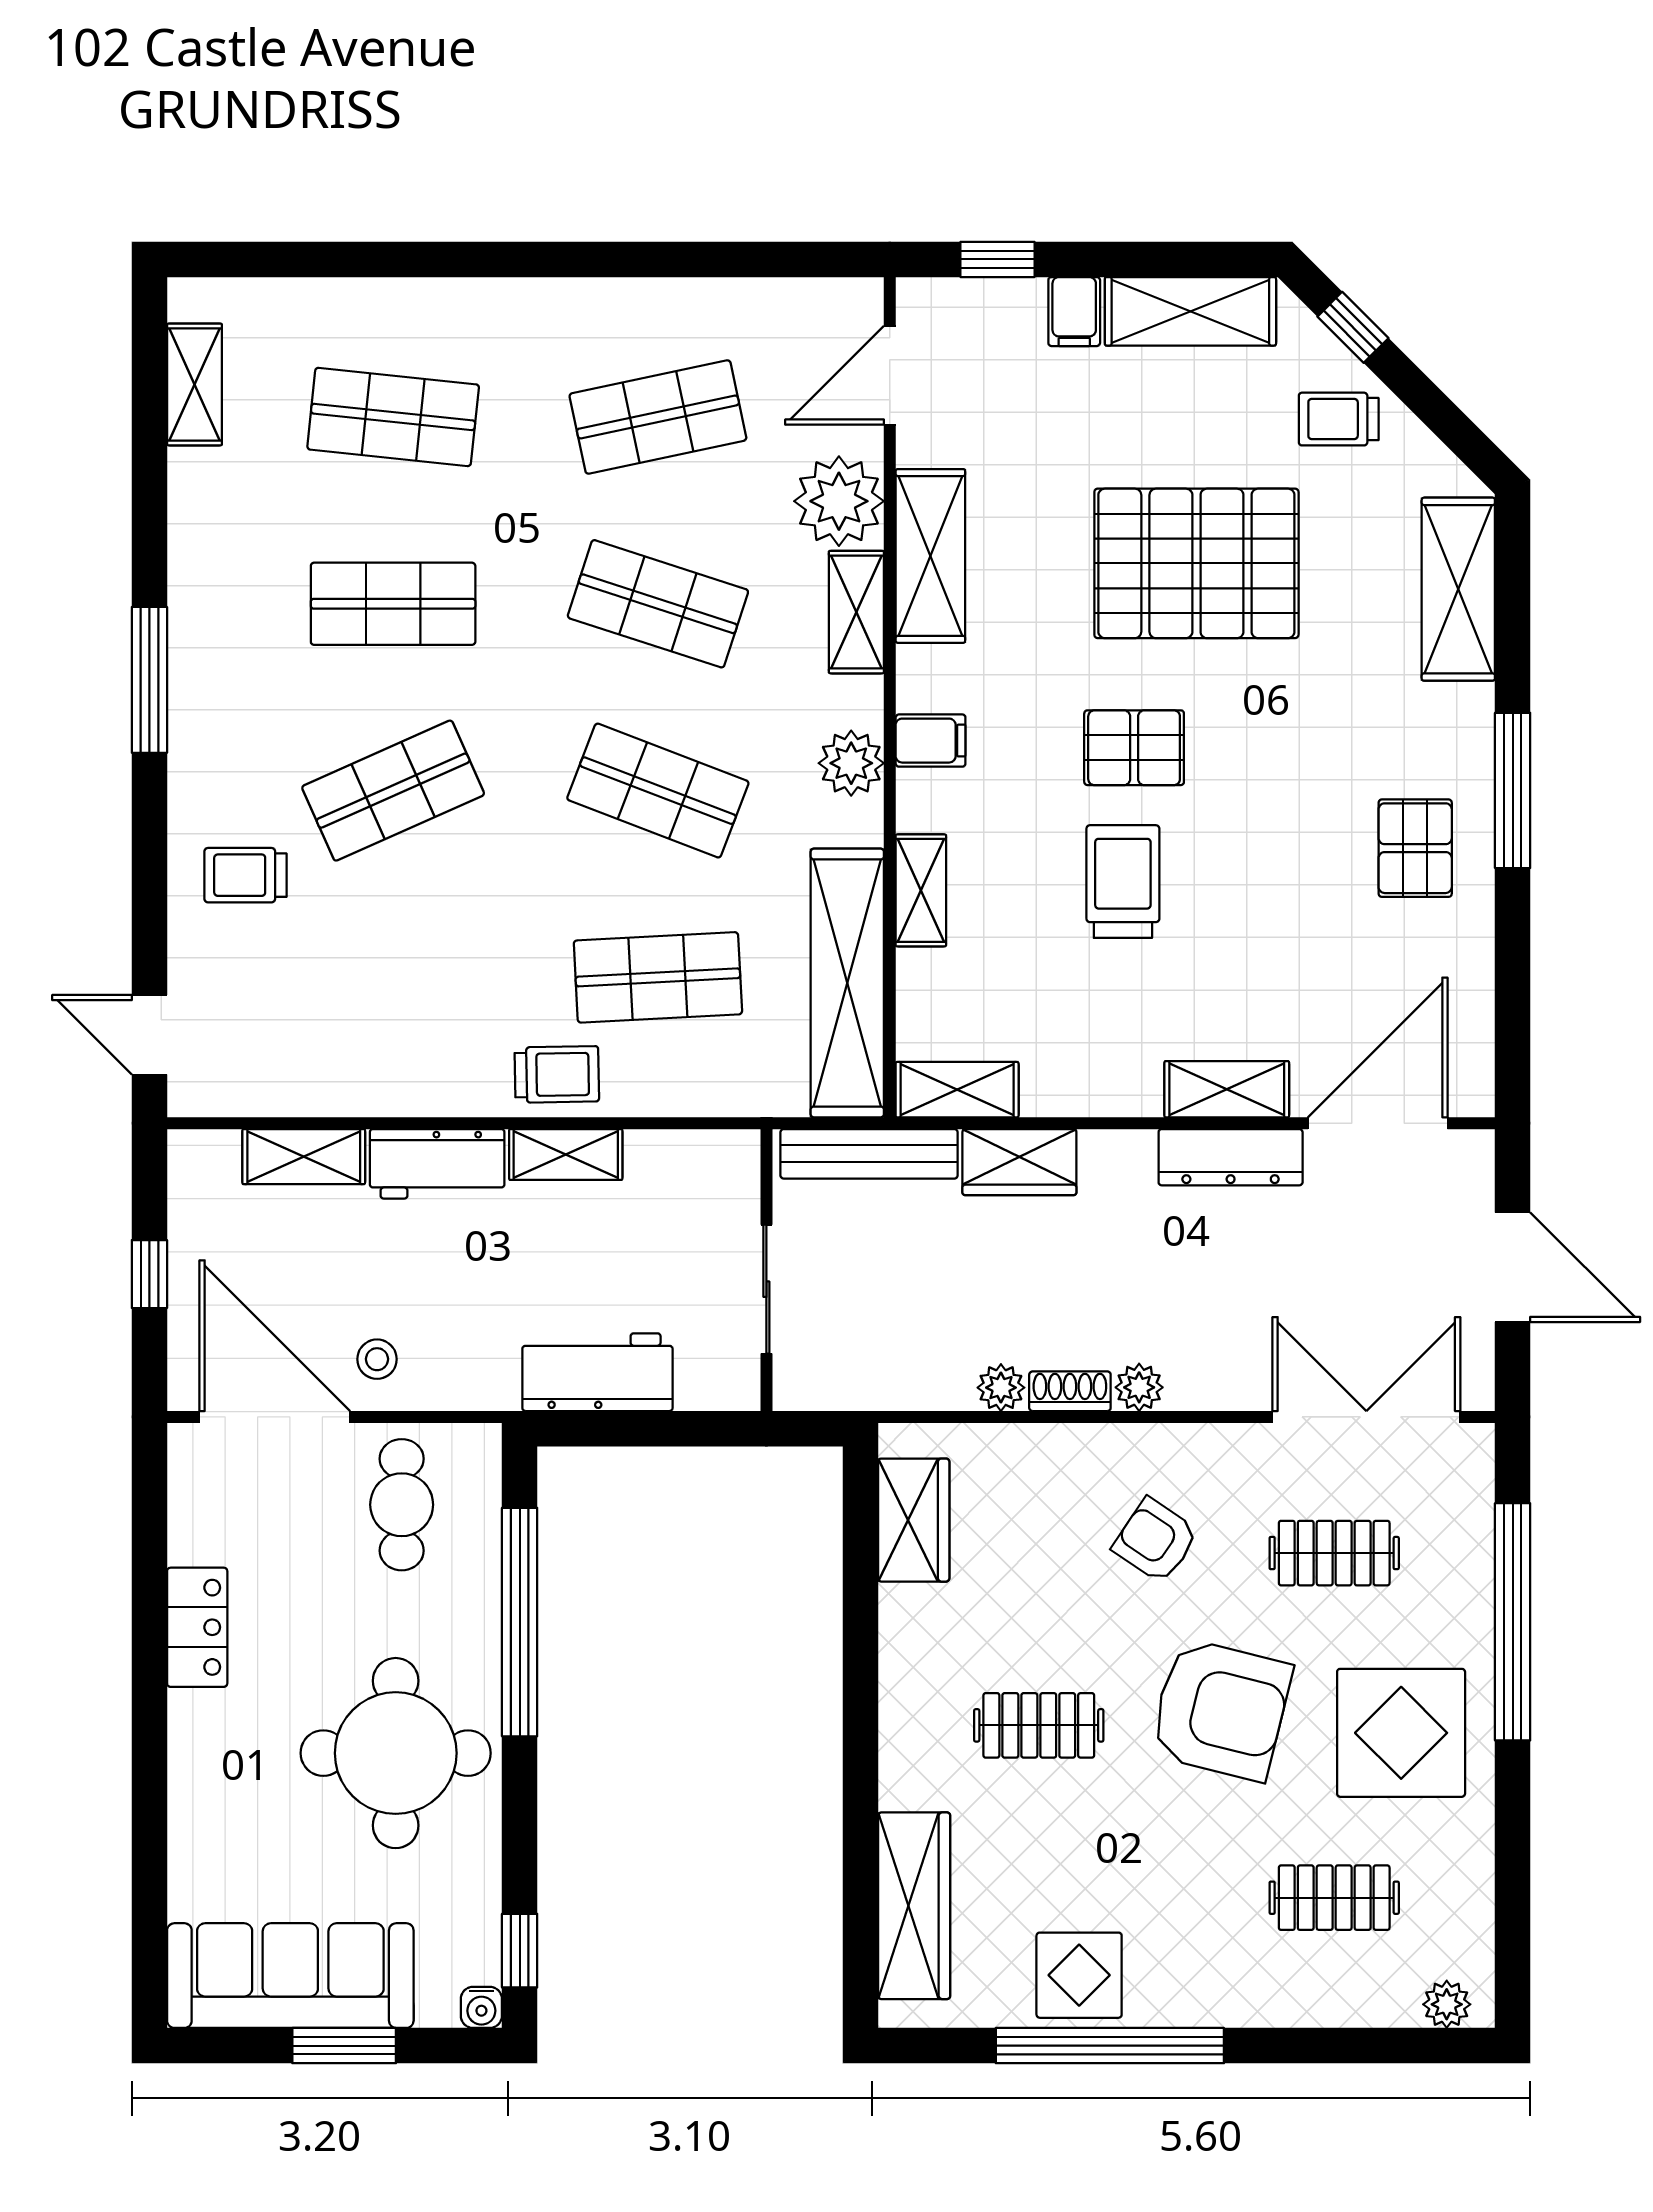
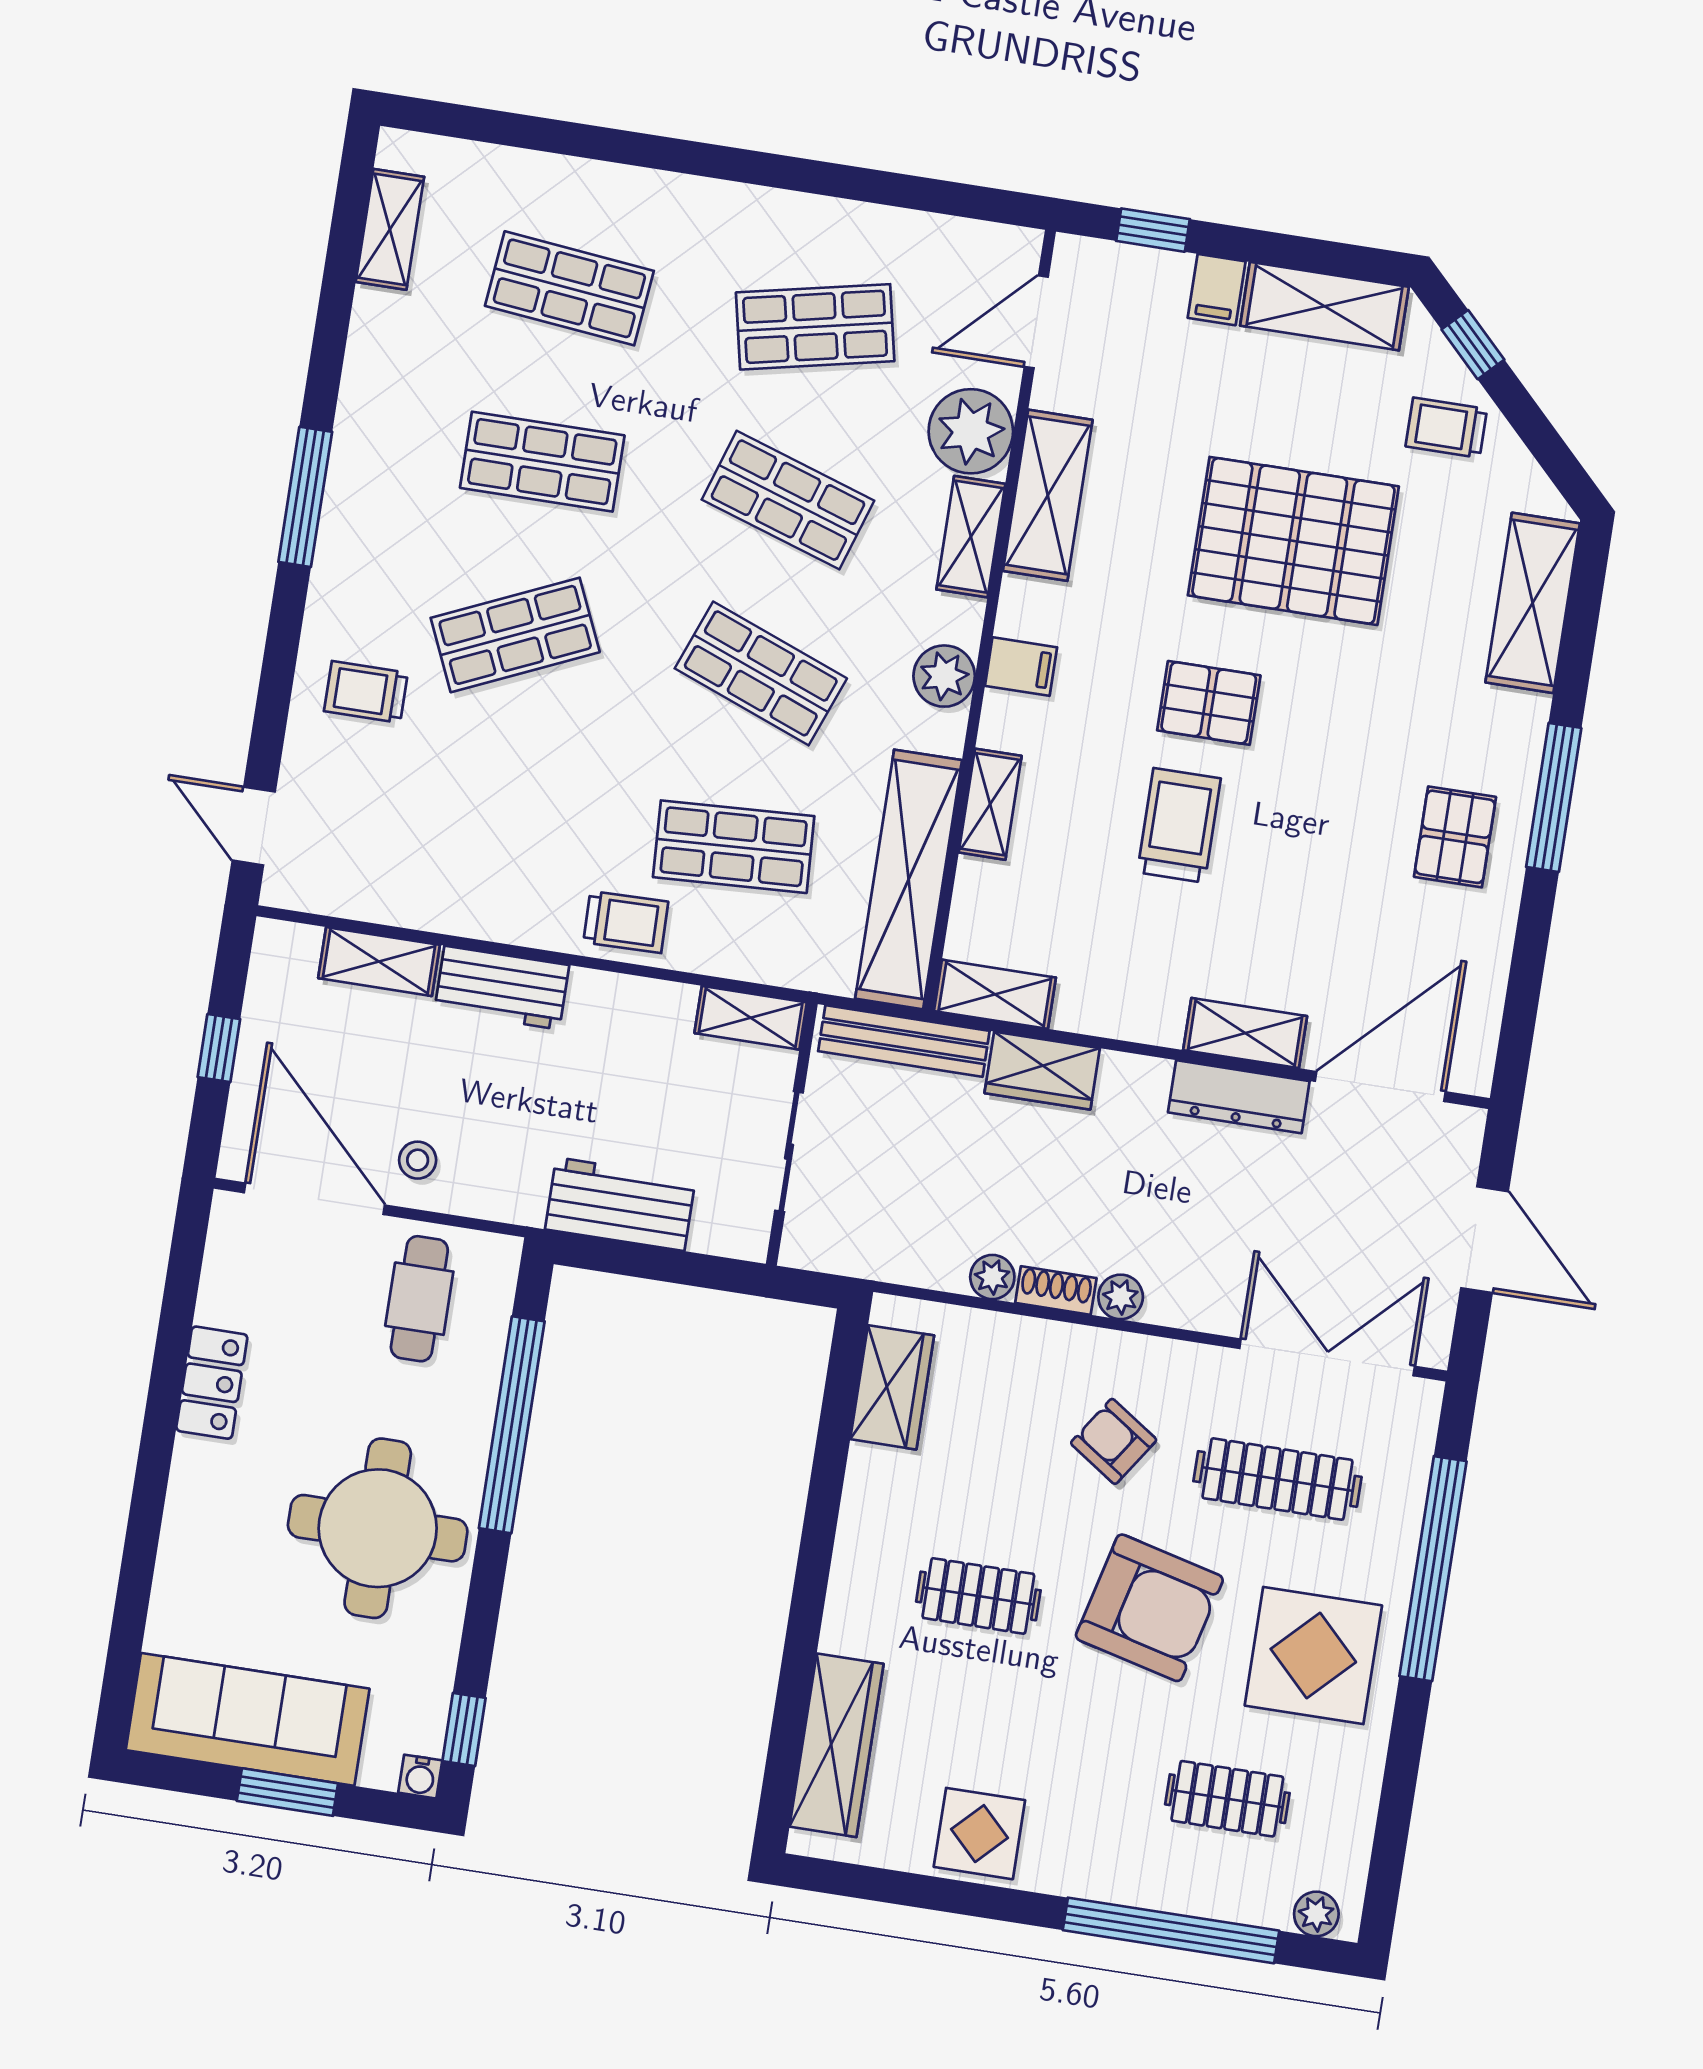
shelving: (566, 1154) -> (751, 1018), moved
clothes rail: (1334, 1553) -> (1277, 1479), width x1.36
window: (1110, 2046) -> (1171, 1930), moved

